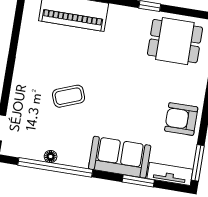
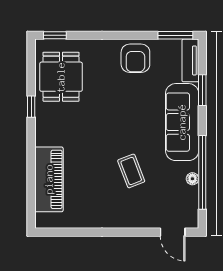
sofa: (120, 157) -> (182, 122), width x1.36

